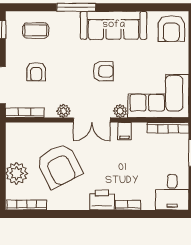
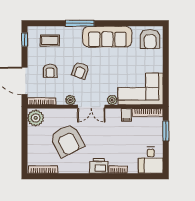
armchair: (103, 71) -> (80, 71), moved, turned 109
filing cabinet: (125, 131) -> (126, 115), moved
plant: (17, 173) -> (36, 118), moved

